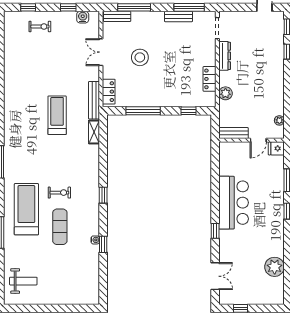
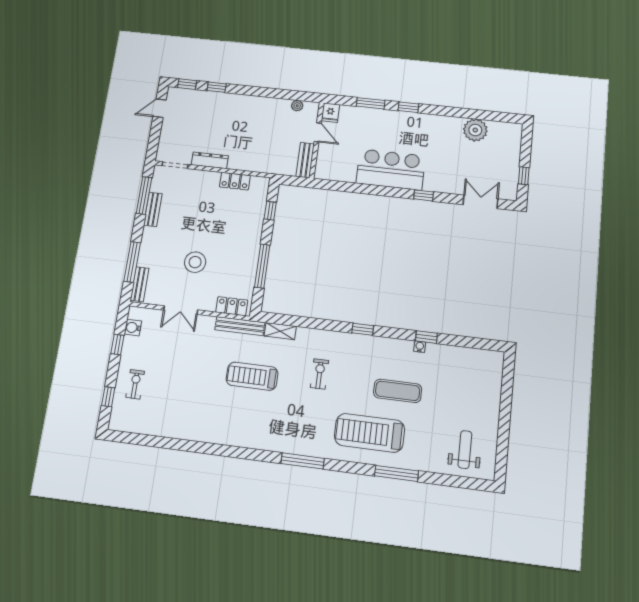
plant: (225, 93) -> (255, 164), removed
exercise bike: (59, 193) -> (319, 374), moved

